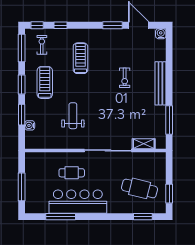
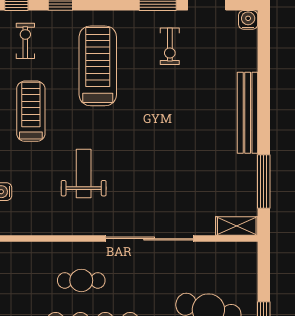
treadmill: (80, 58) -> (98, 66), width x1.37, depth x1.38
exercise bike: (125, 78) -> (170, 46), moved
shelving: (144, 144) -> (237, 226), moved

